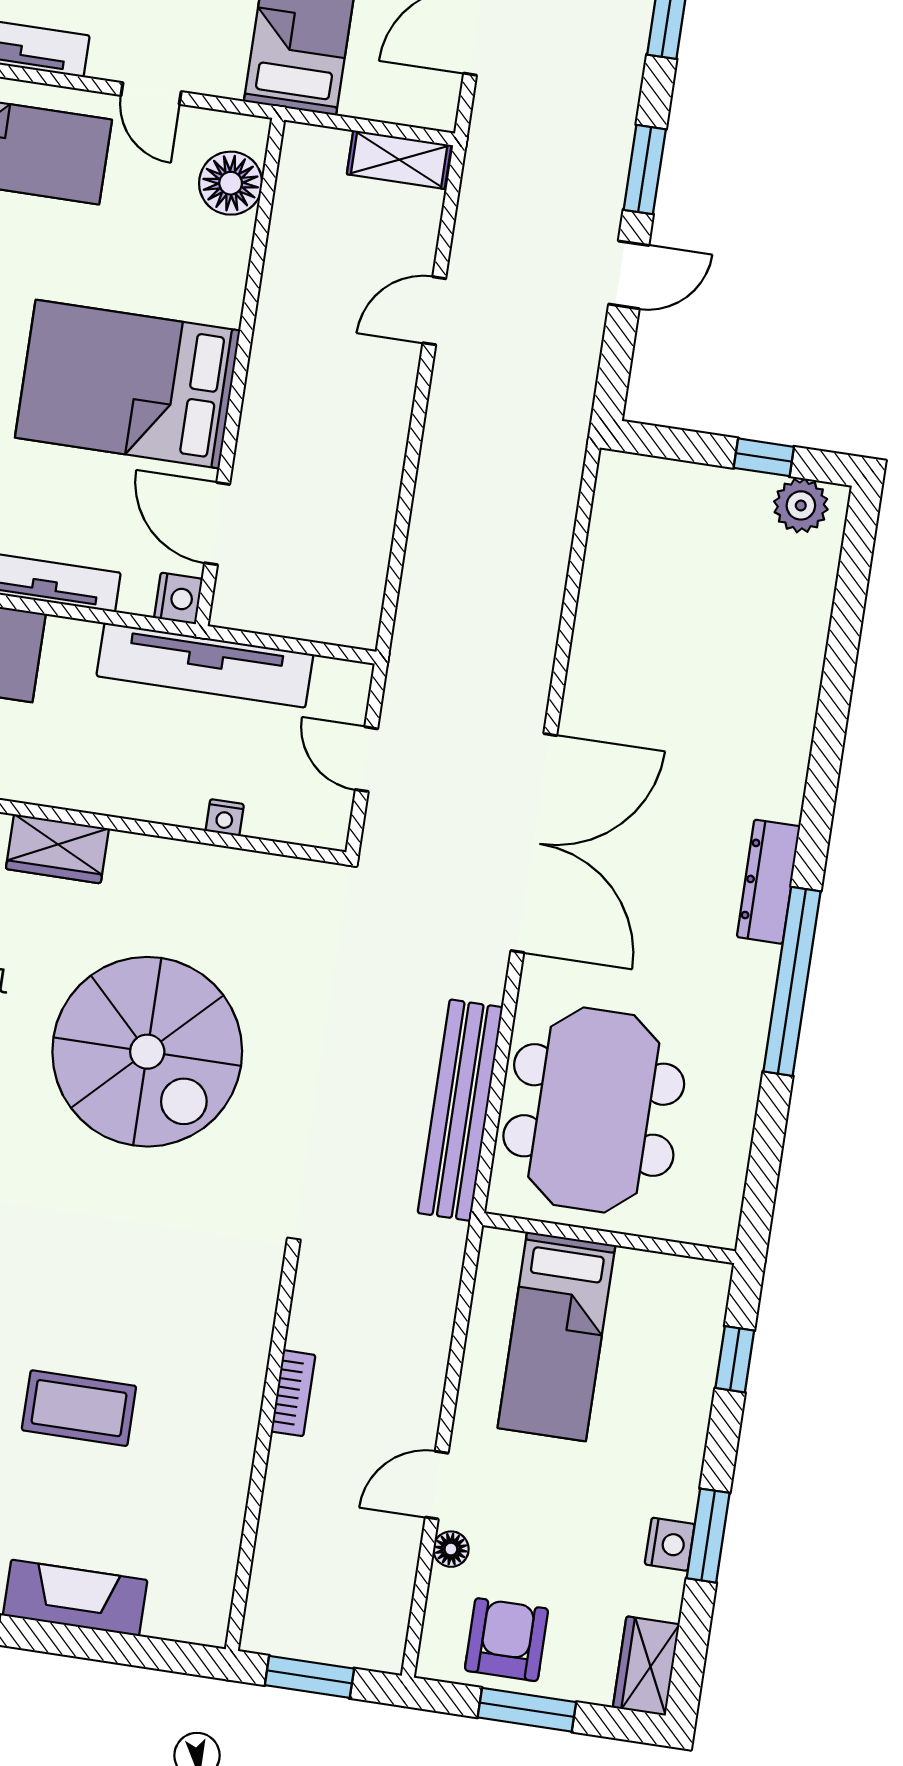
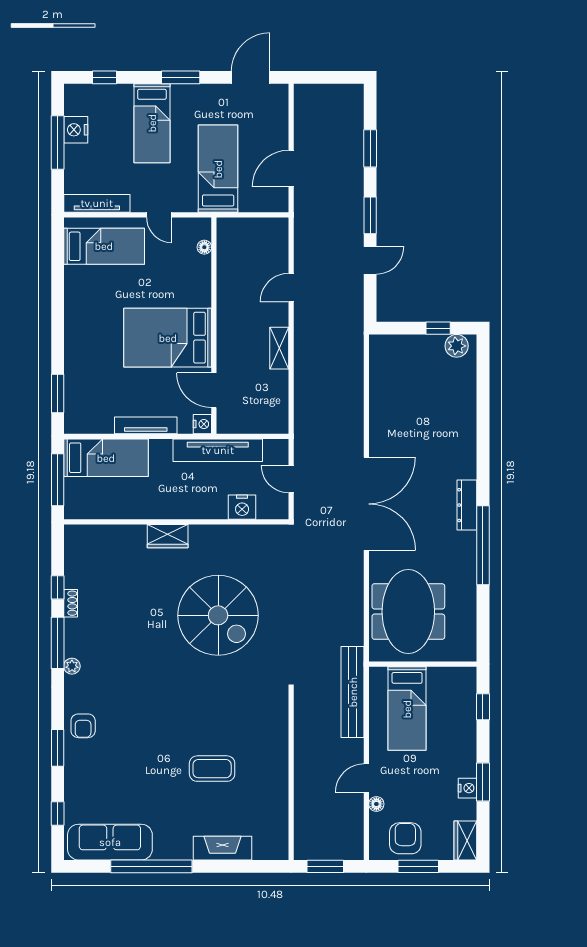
shelving: (399, 160) -> (279, 348), moved, turned 90
floor lamp: (231, 183) -> (204, 247), width x0.53, depth x0.53
nightstand: (225, 818) -> (242, 507), width x1.89, depth x1.79
bench: (460, 1110) -> (353, 692), moved
bookcase: (293, 1393) -> (301, 749), removed

